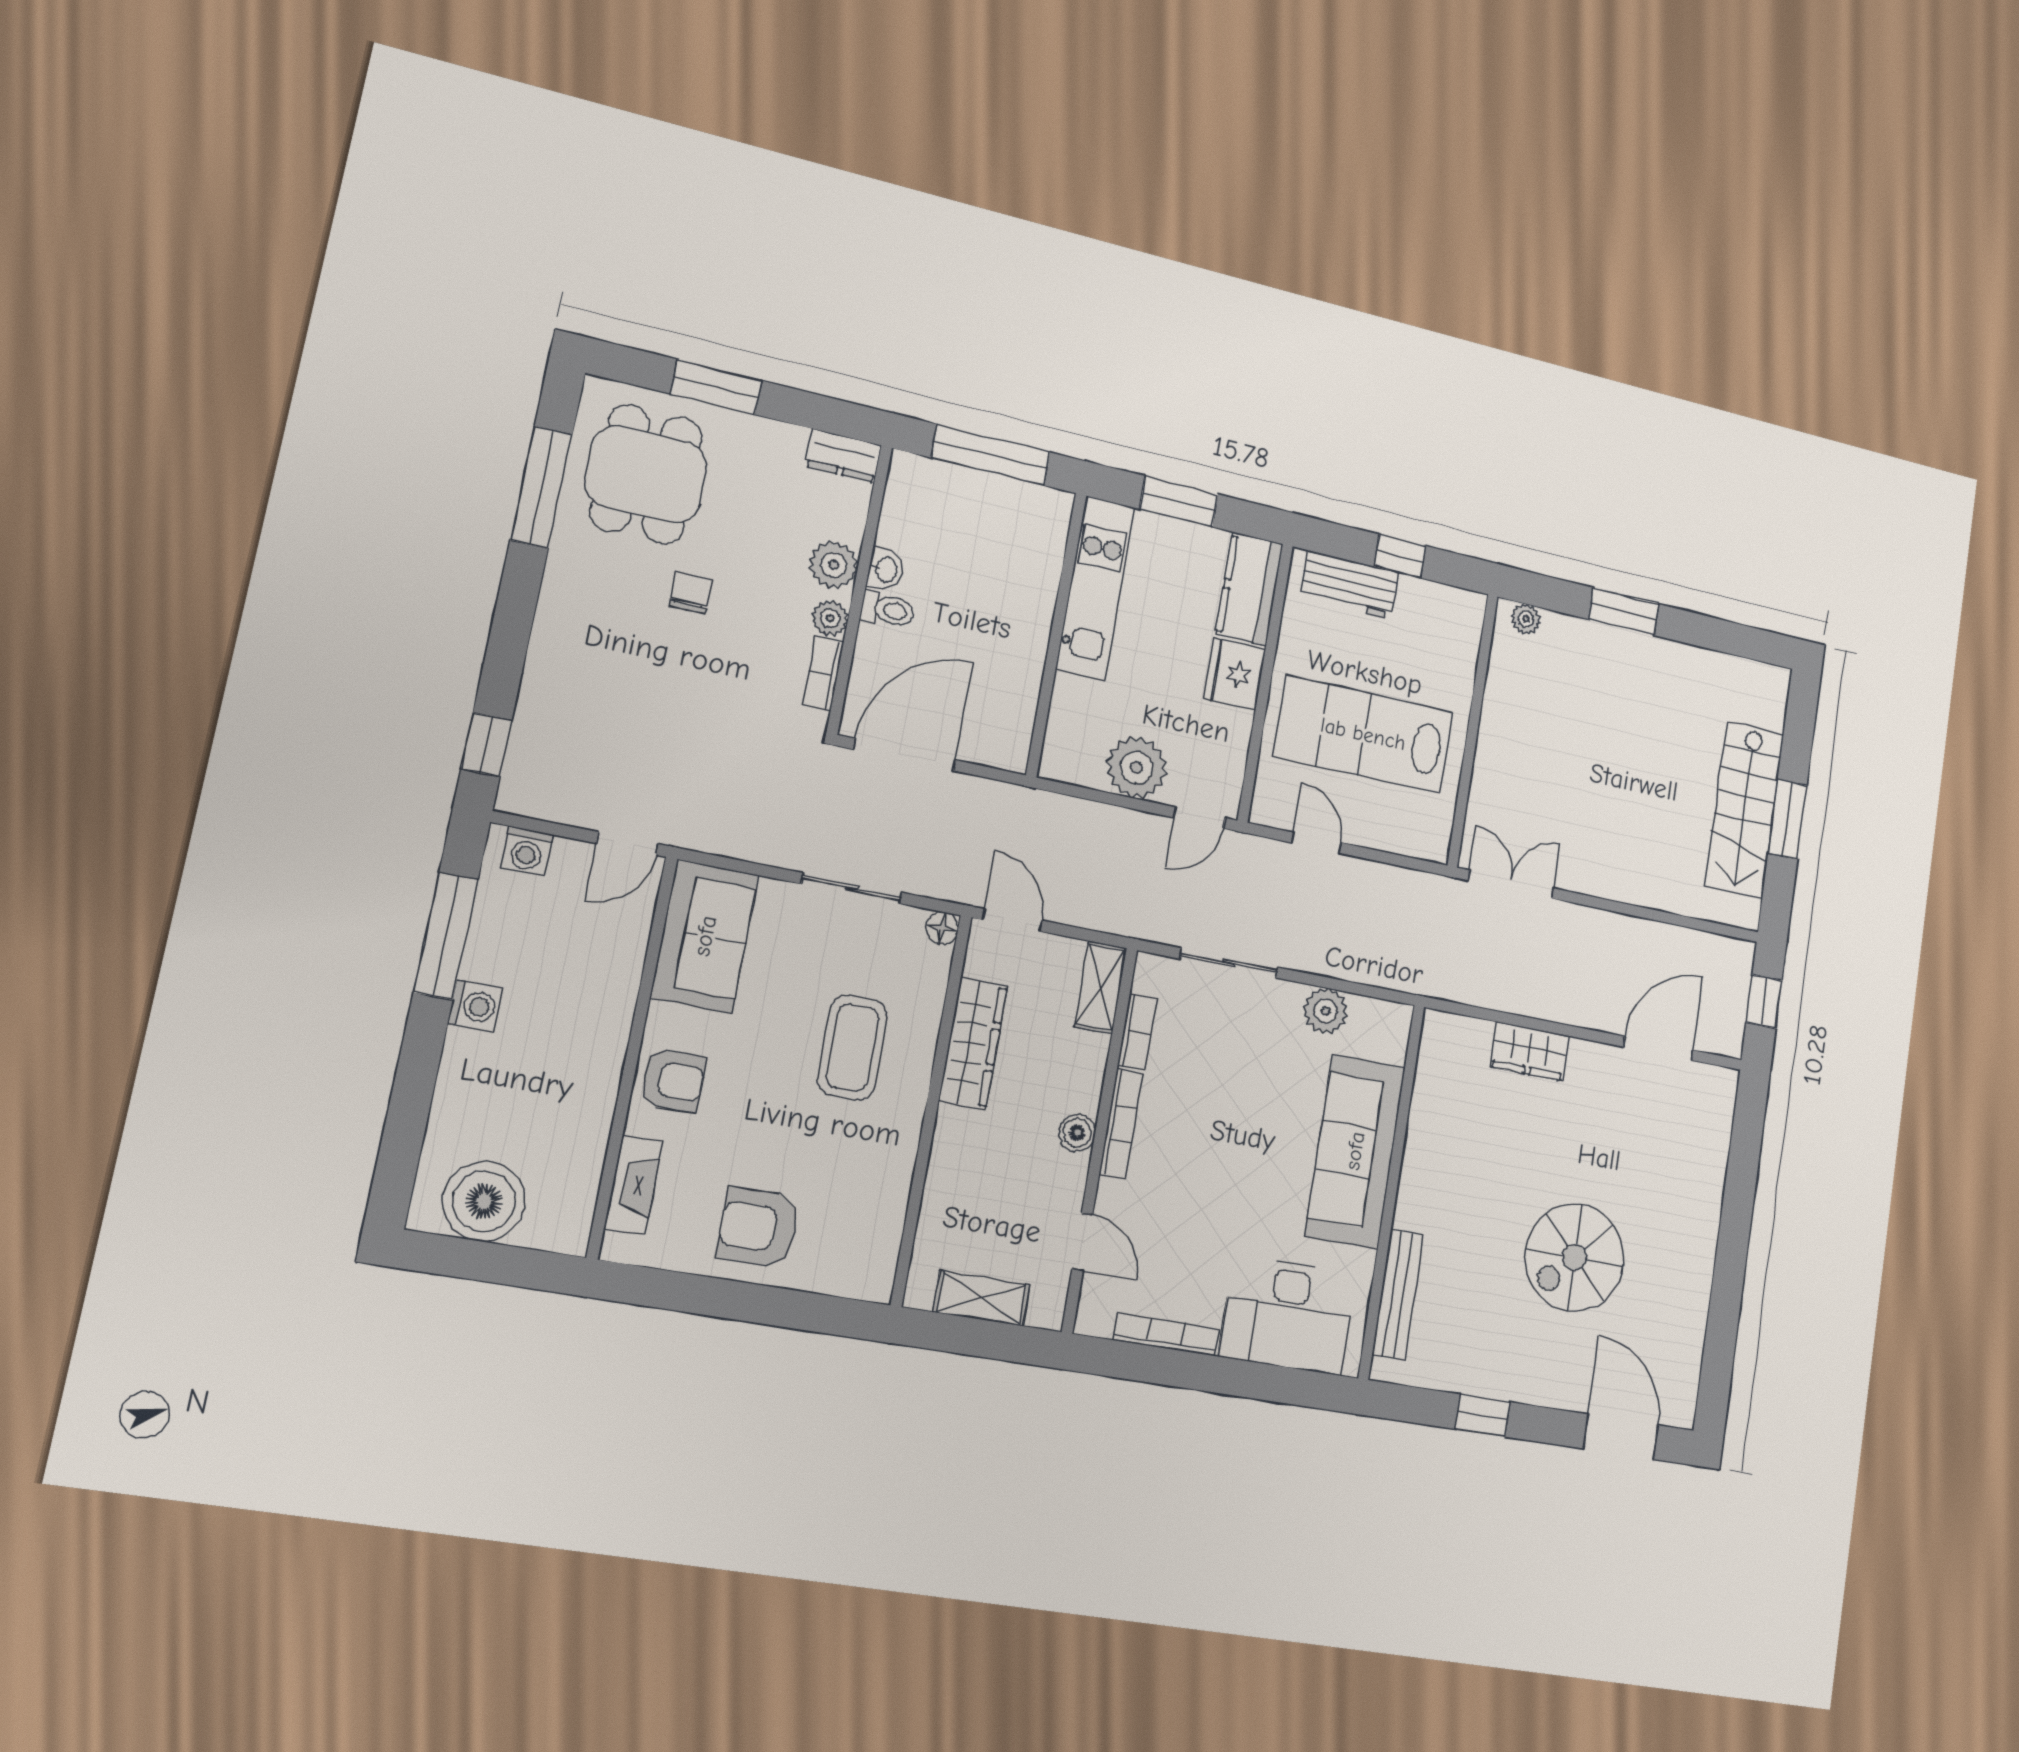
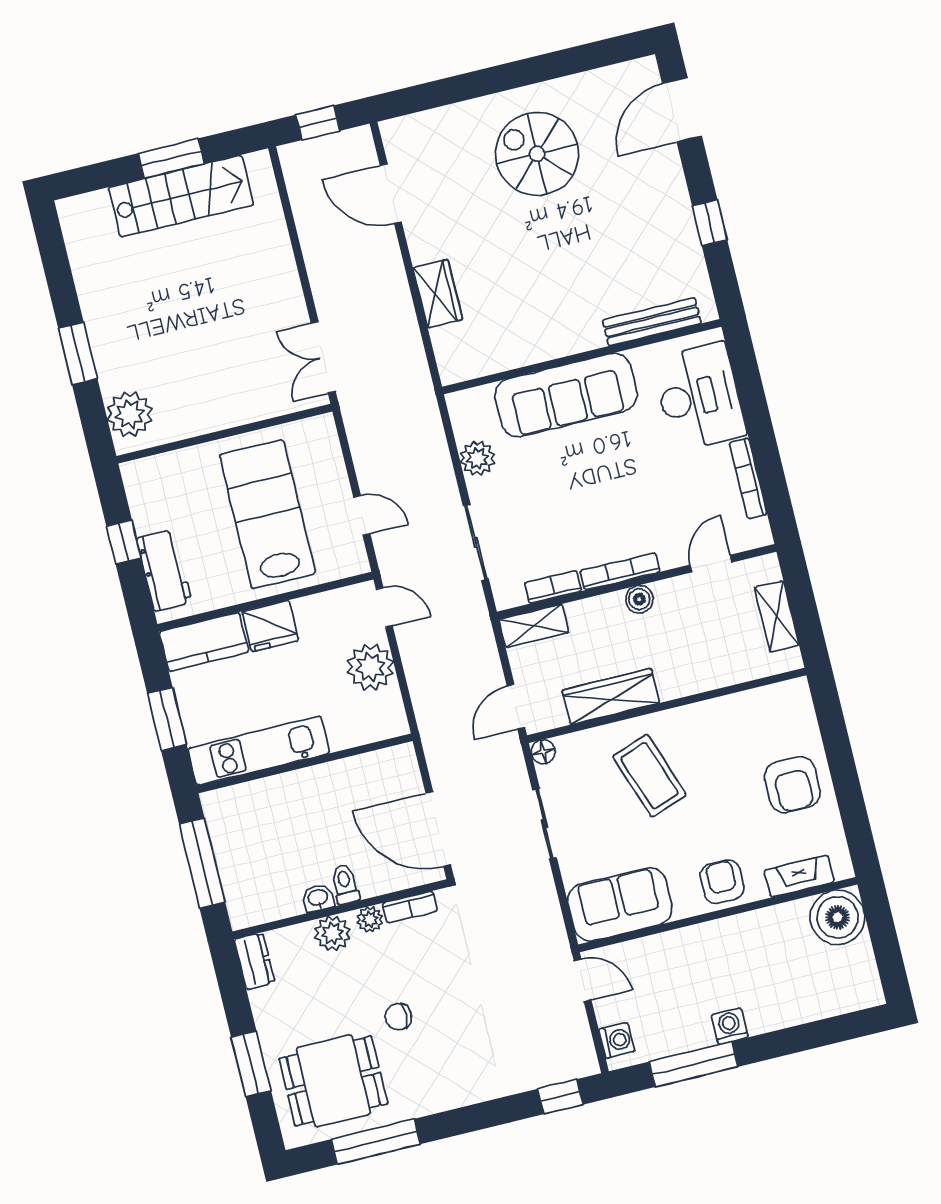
plant: (1526, 619) -> (130, 414), width x1.88, depth x1.88
lab bench: (1363, 734) -> (268, 514), turned 180
door: (1317, 843) -> (362, 516), swing flipped
coffee table: (853, 1048) -> (649, 776), turned 71
boiler: (484, 1201) -> (838, 917), moved
spiral stairs: (1575, 1257) -> (537, 154), moved, turned 180

